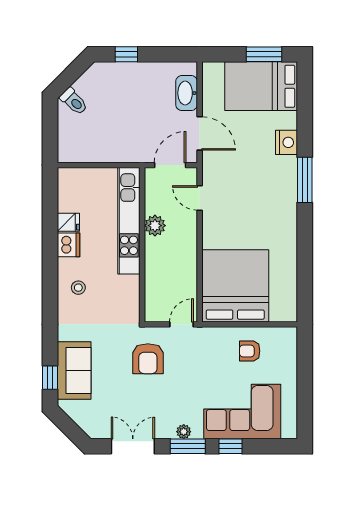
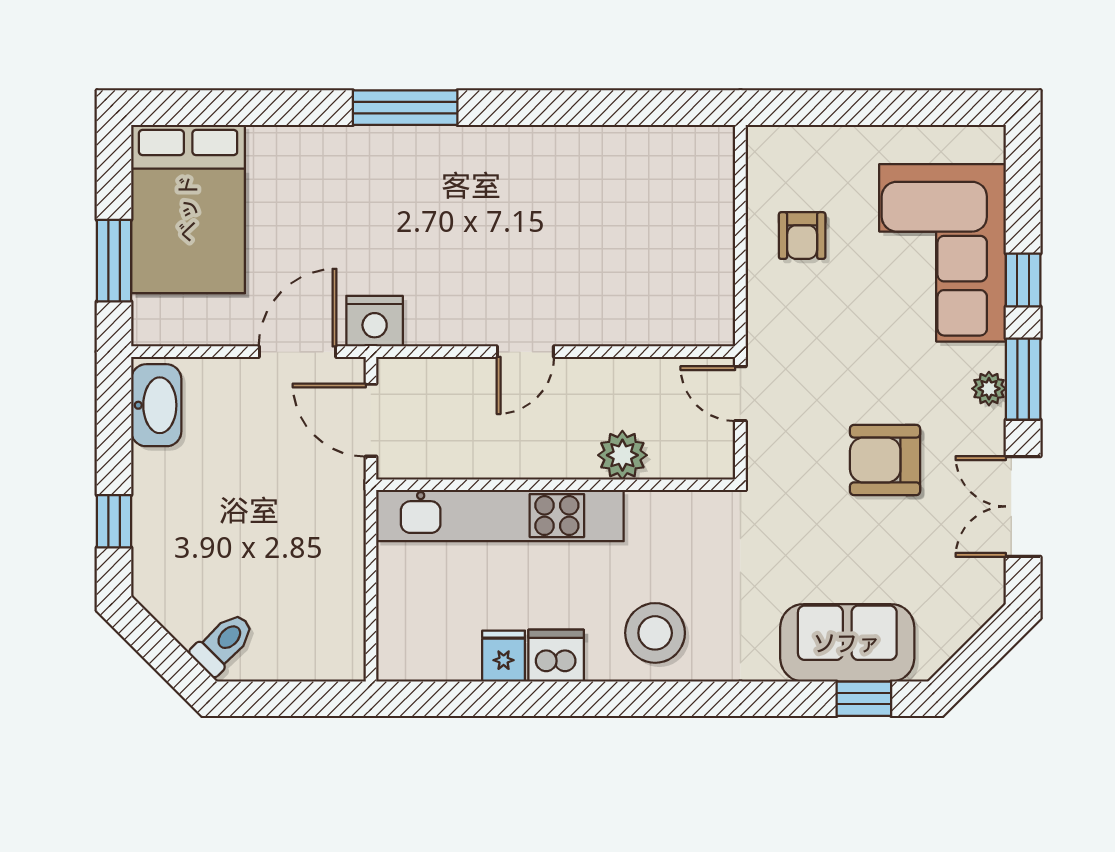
window: (264, 54) -> (114, 261), moved
washbasin: (187, 93) -> (156, 405), moved, turned -90
nightstand: (287, 142) -> (375, 321), moved, turned 180
door: (200, 198) -> (525, 352), moved
plant: (155, 226) -> (622, 455), moved
bed: (235, 286) -> (651, 269), removed
stool: (78, 288) -> (655, 633), width x1.89, depth x1.89
armchair: (148, 359) -> (885, 460), moved, turned 180

